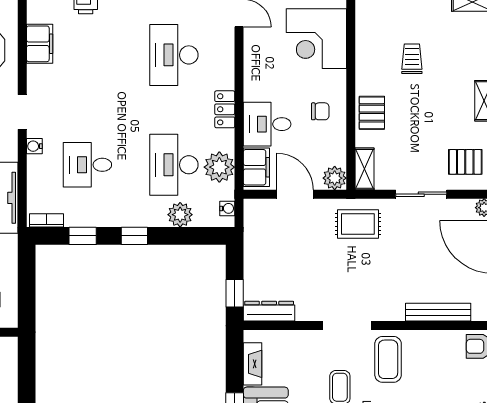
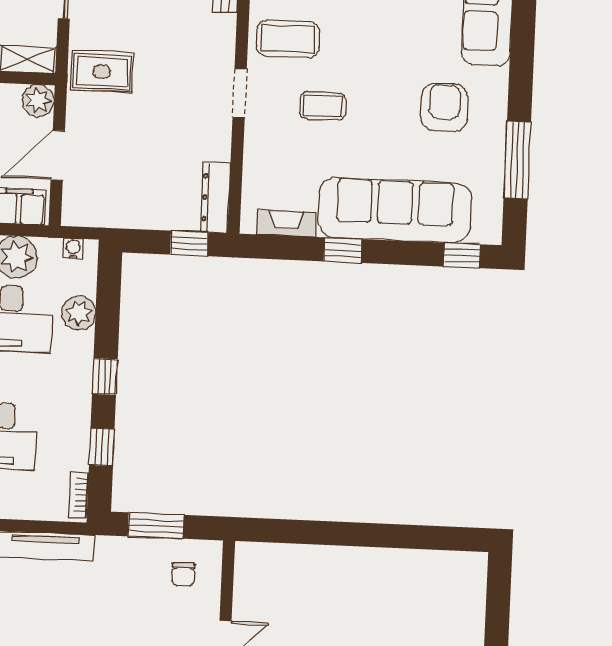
rug: (358, 224) -> (102, 72), turned 90
window: (27, 278) -> (156, 526), added
doorway: (347, 326) -> (240, 93), width x0.73

